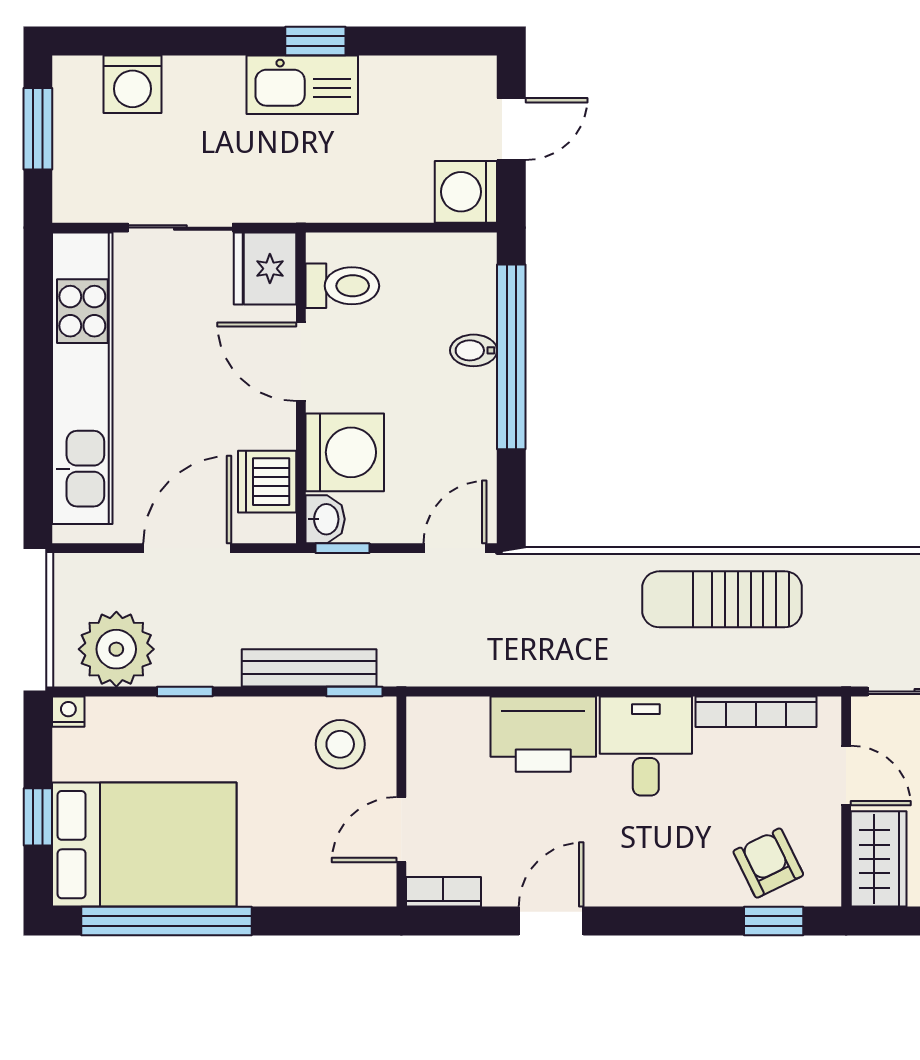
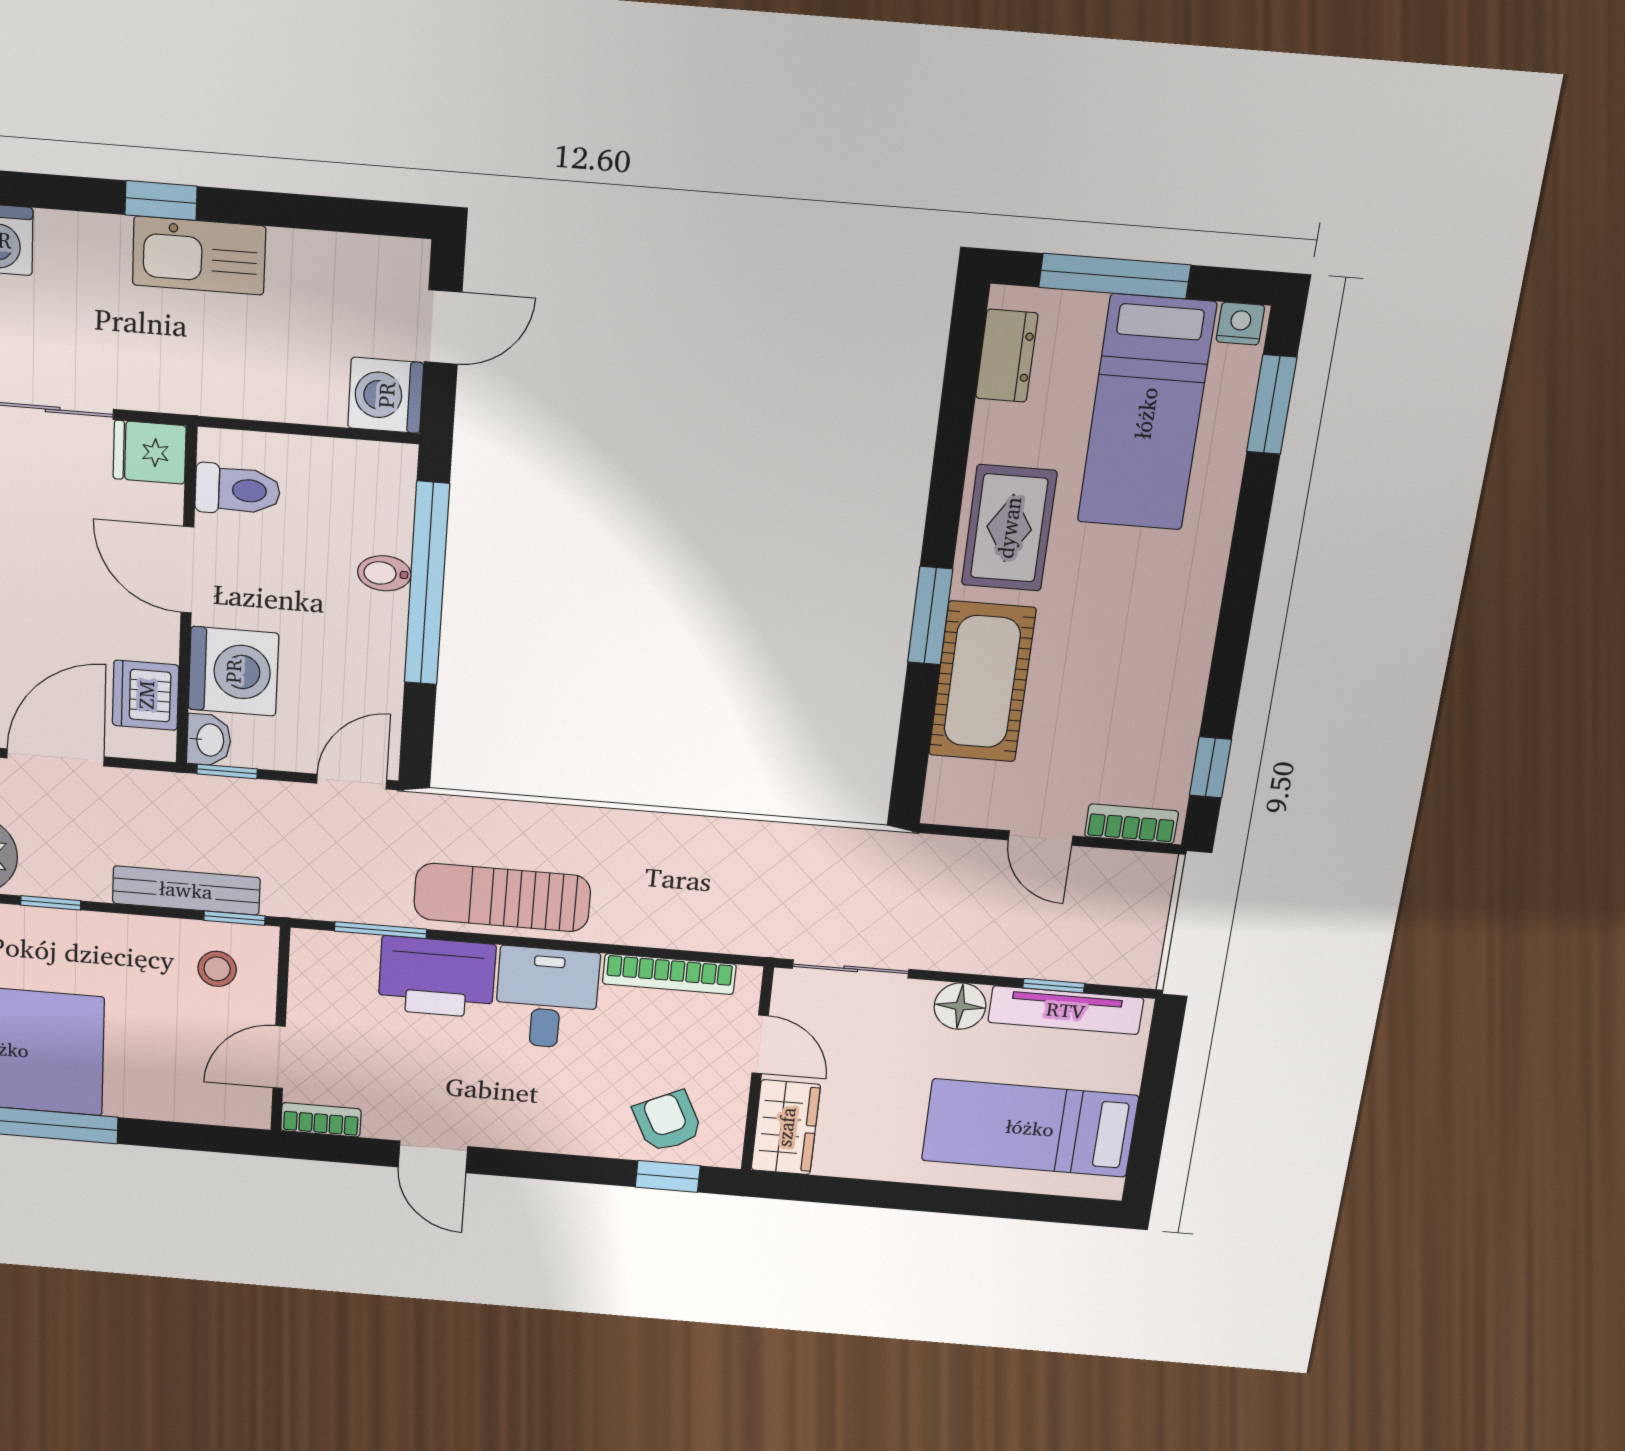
window: (315, 41) -> (161, 201), moved
fridge: (265, 269) -> (150, 452), width x0.72
sun lounger: (722, 599) -> (502, 897), moved
window: (489, 692) -> (380, 930), added
stool: (340, 744) -> (217, 969), width x0.73, depth x0.73
door: (551, 921) -> (433, 1157), swing flipped

